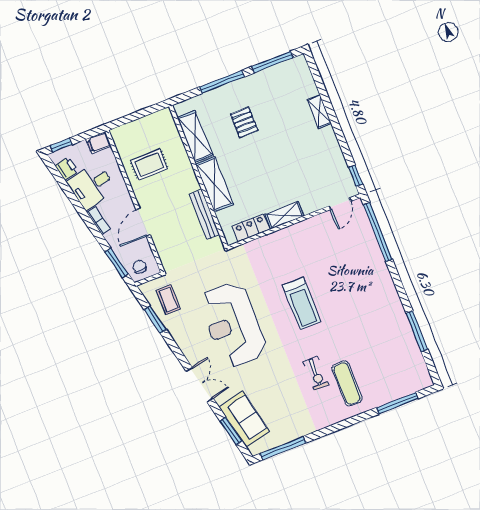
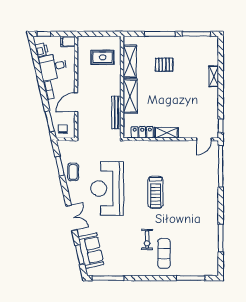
pallet: (244, 122) -> (164, 65), turned 90
rug: (149, 165) -> (103, 57), moved
coffee table: (168, 300) -> (73, 172), moved

